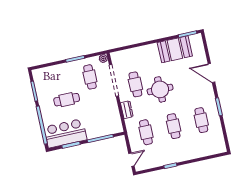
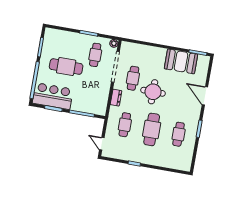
cafe table: (67, 100) -> (66, 67), width x1.37, depth x1.35
cafe table: (174, 126) -> (152, 129), width x1.37, depth x1.35
door: (131, 160) -> (102, 144), swing flipped

